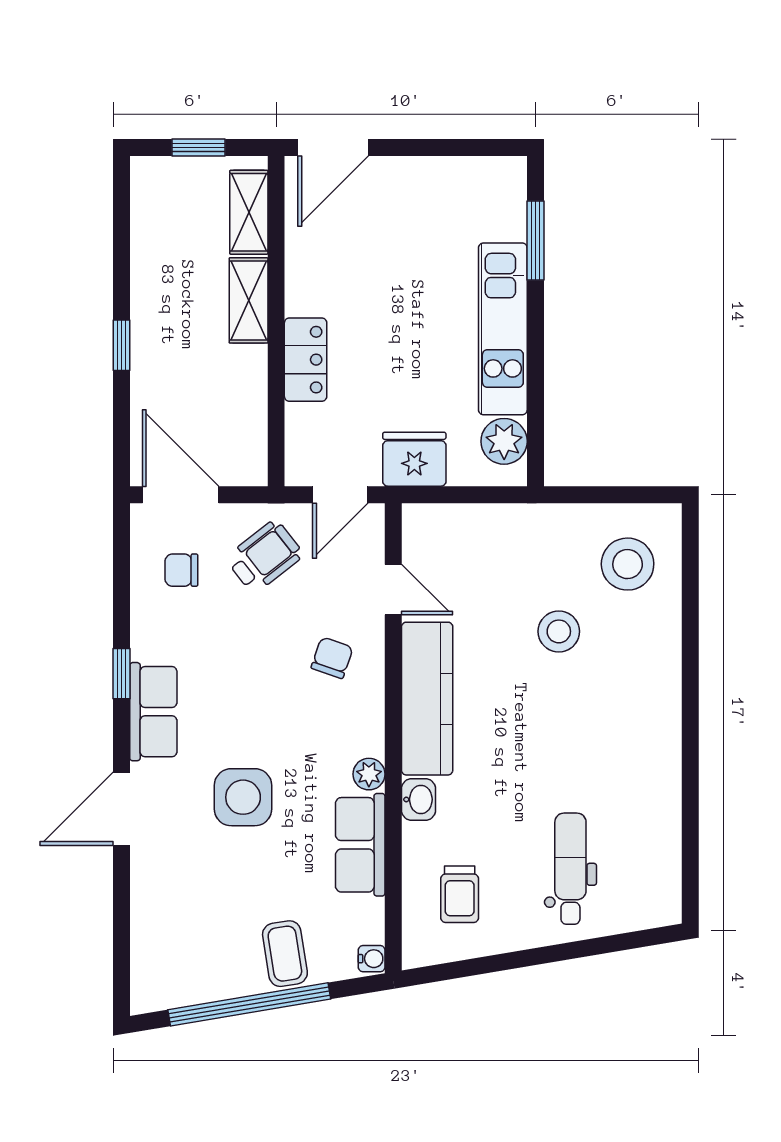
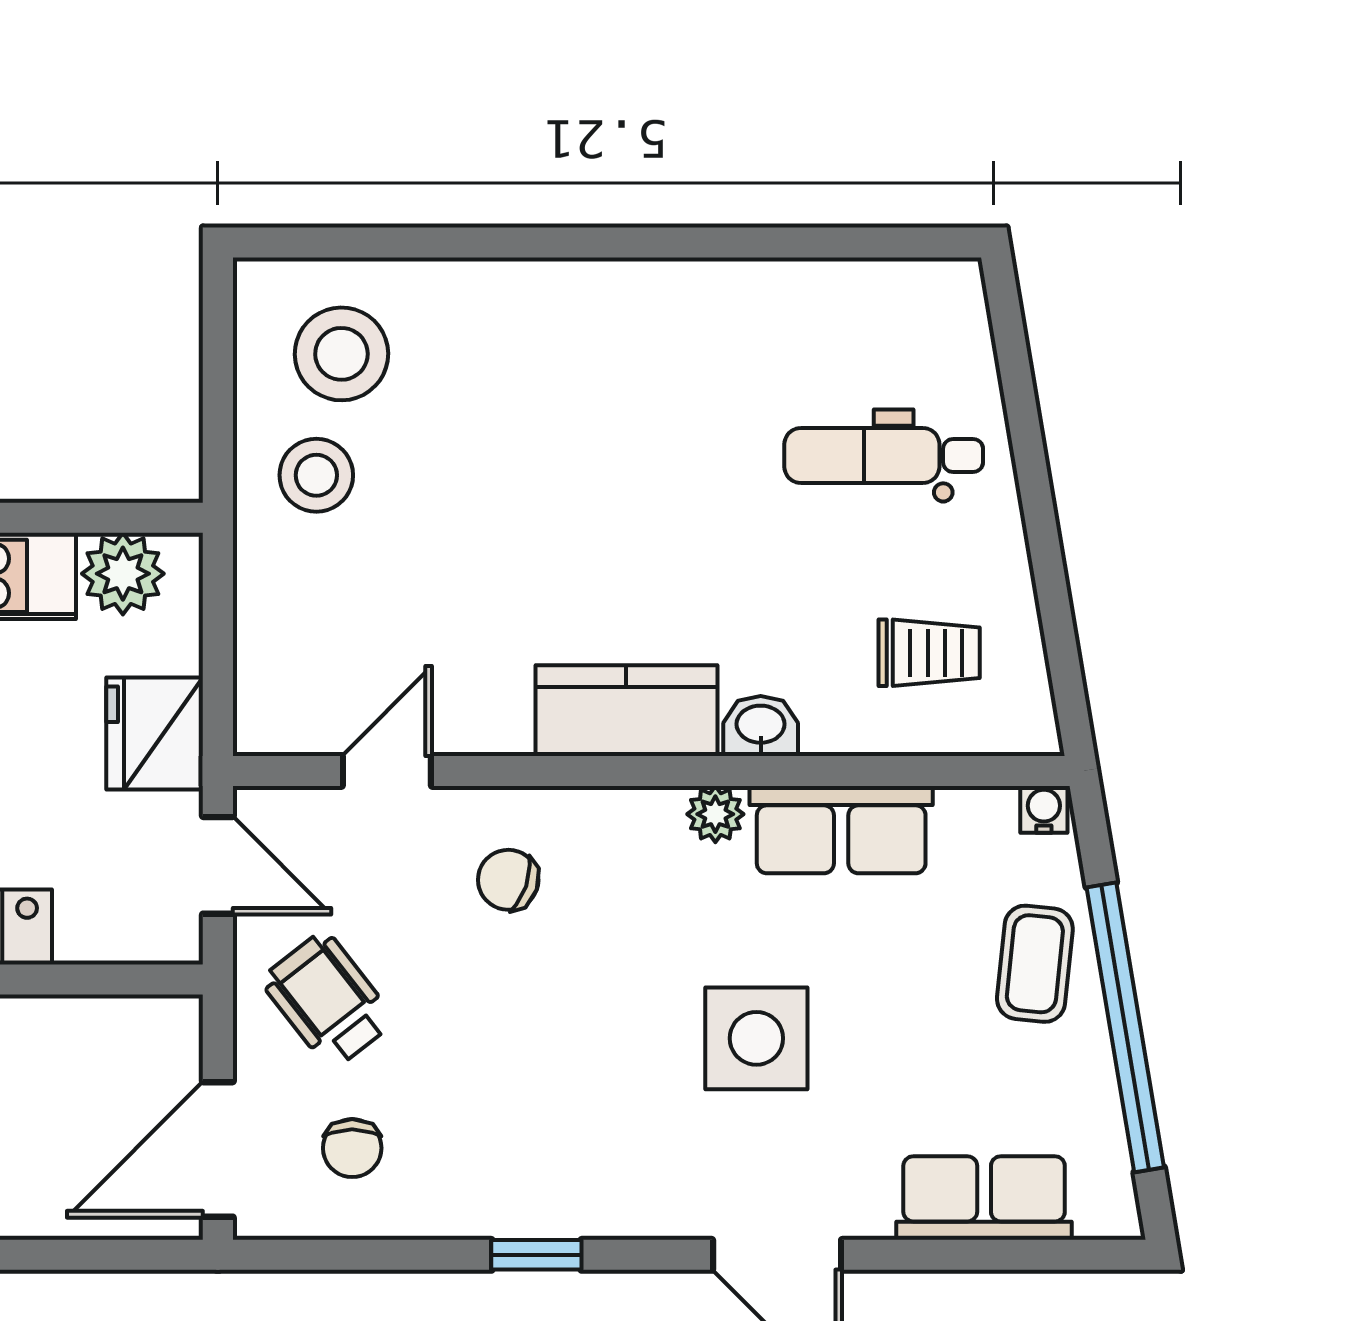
stool: (559, 631) -> (316, 475), moved
kitchen counter: (427, 699) -> (626, 711), width x0.67
row of seats: (153, 712) -> (984, 1198), moved
coffee table: (285, 954) -> (1035, 964), turned -75

